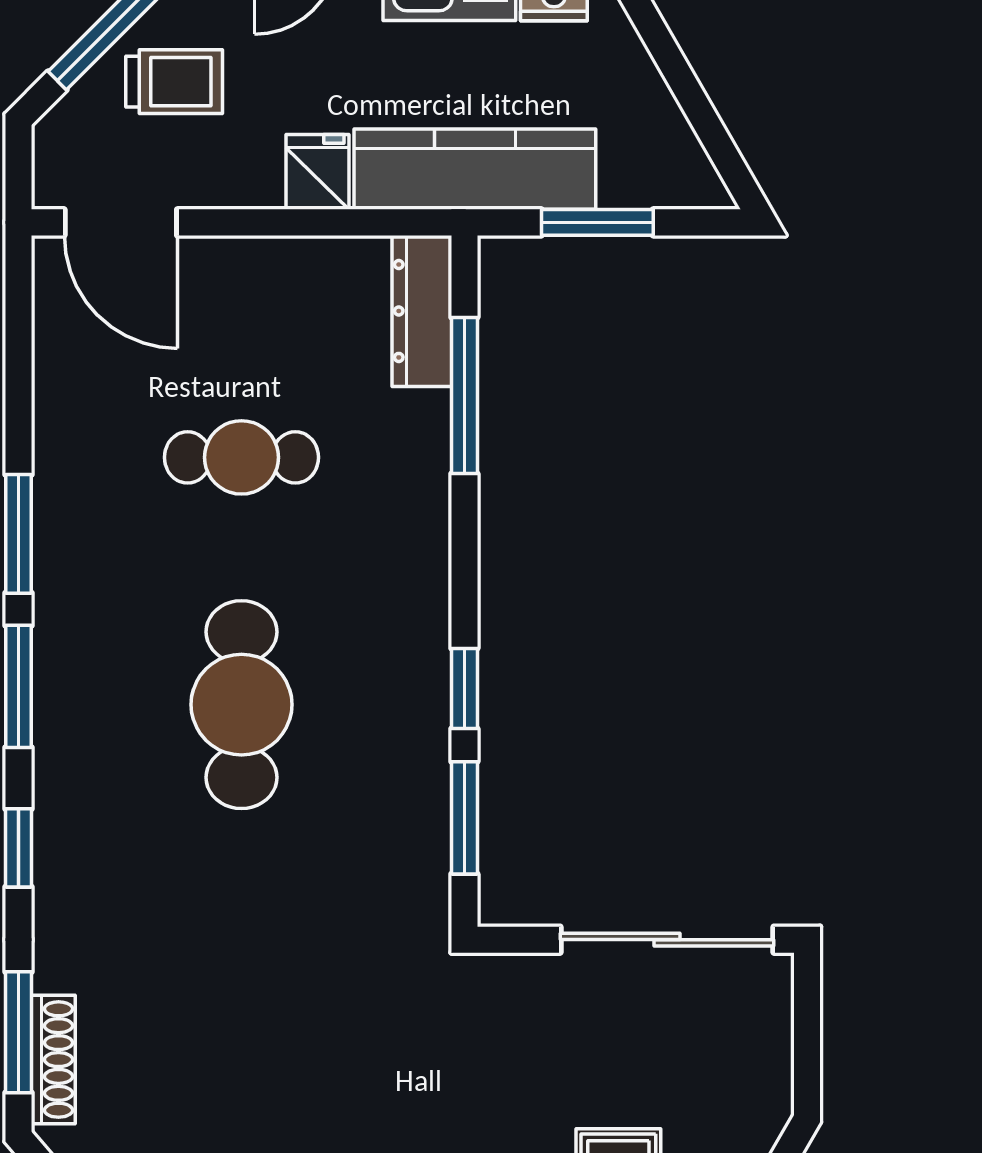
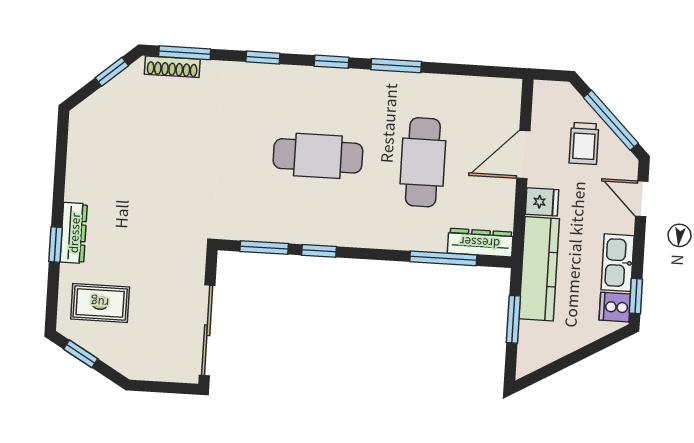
door: (121, 222) -> (523, 155), moved
cafe table: (241, 457) -> (423, 162), width x1.37, depth x1.35
window: (19, 686) -> (331, 62), width x0.67

